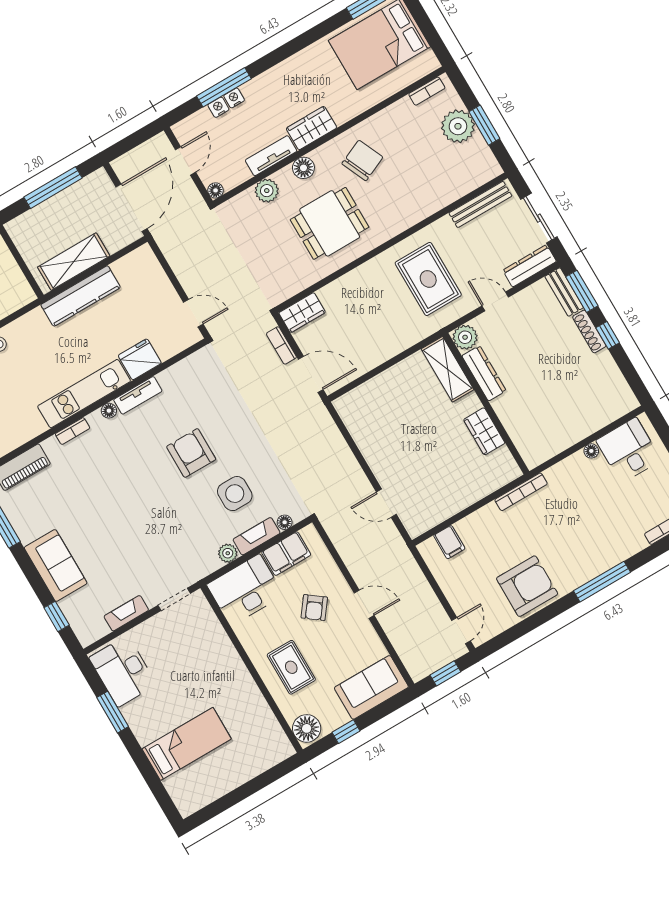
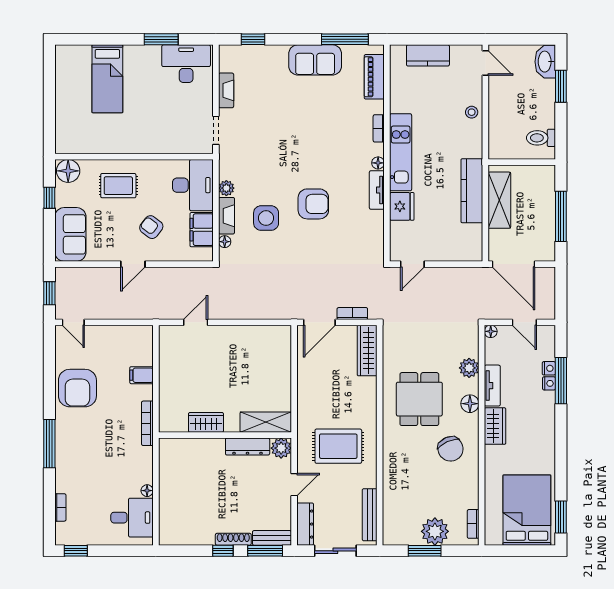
wardrobe: (302, 313) -> (367, 351), width x1.50
filing cabinet: (449, 542) -> (141, 375), moved
sofa: (56, 565) -> (315, 60), moved

